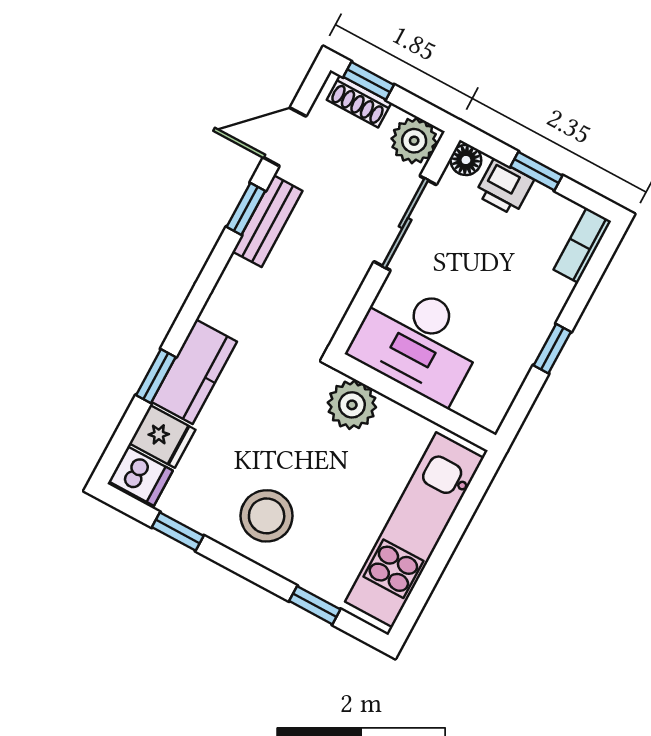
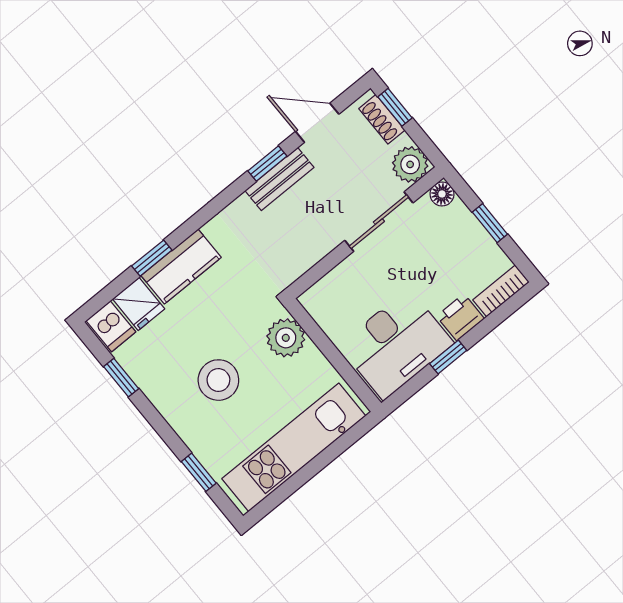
printer: (504, 187) -> (460, 317), moved, turned 90
desk: (418, 341) -> (396, 344), moved, turned -90
stool: (267, 516) -> (218, 380), moved

